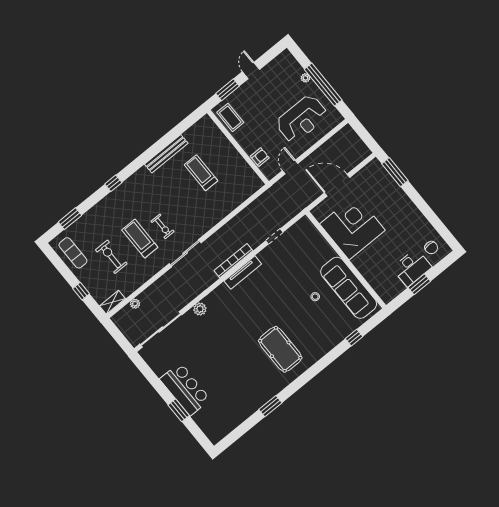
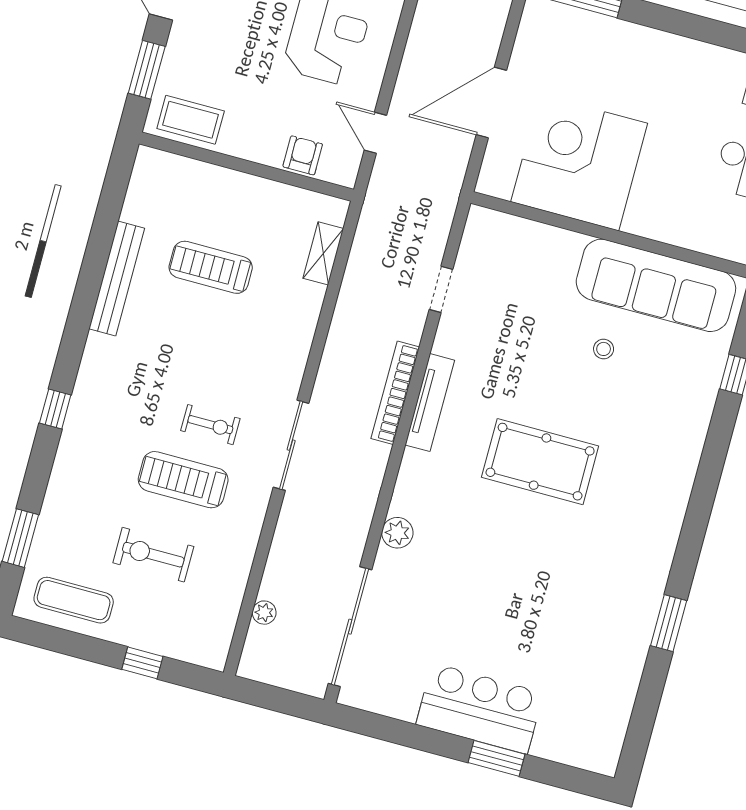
shelving: (112, 302) -> (323, 253), moved
pool table: (280, 349) -> (540, 462), moved

